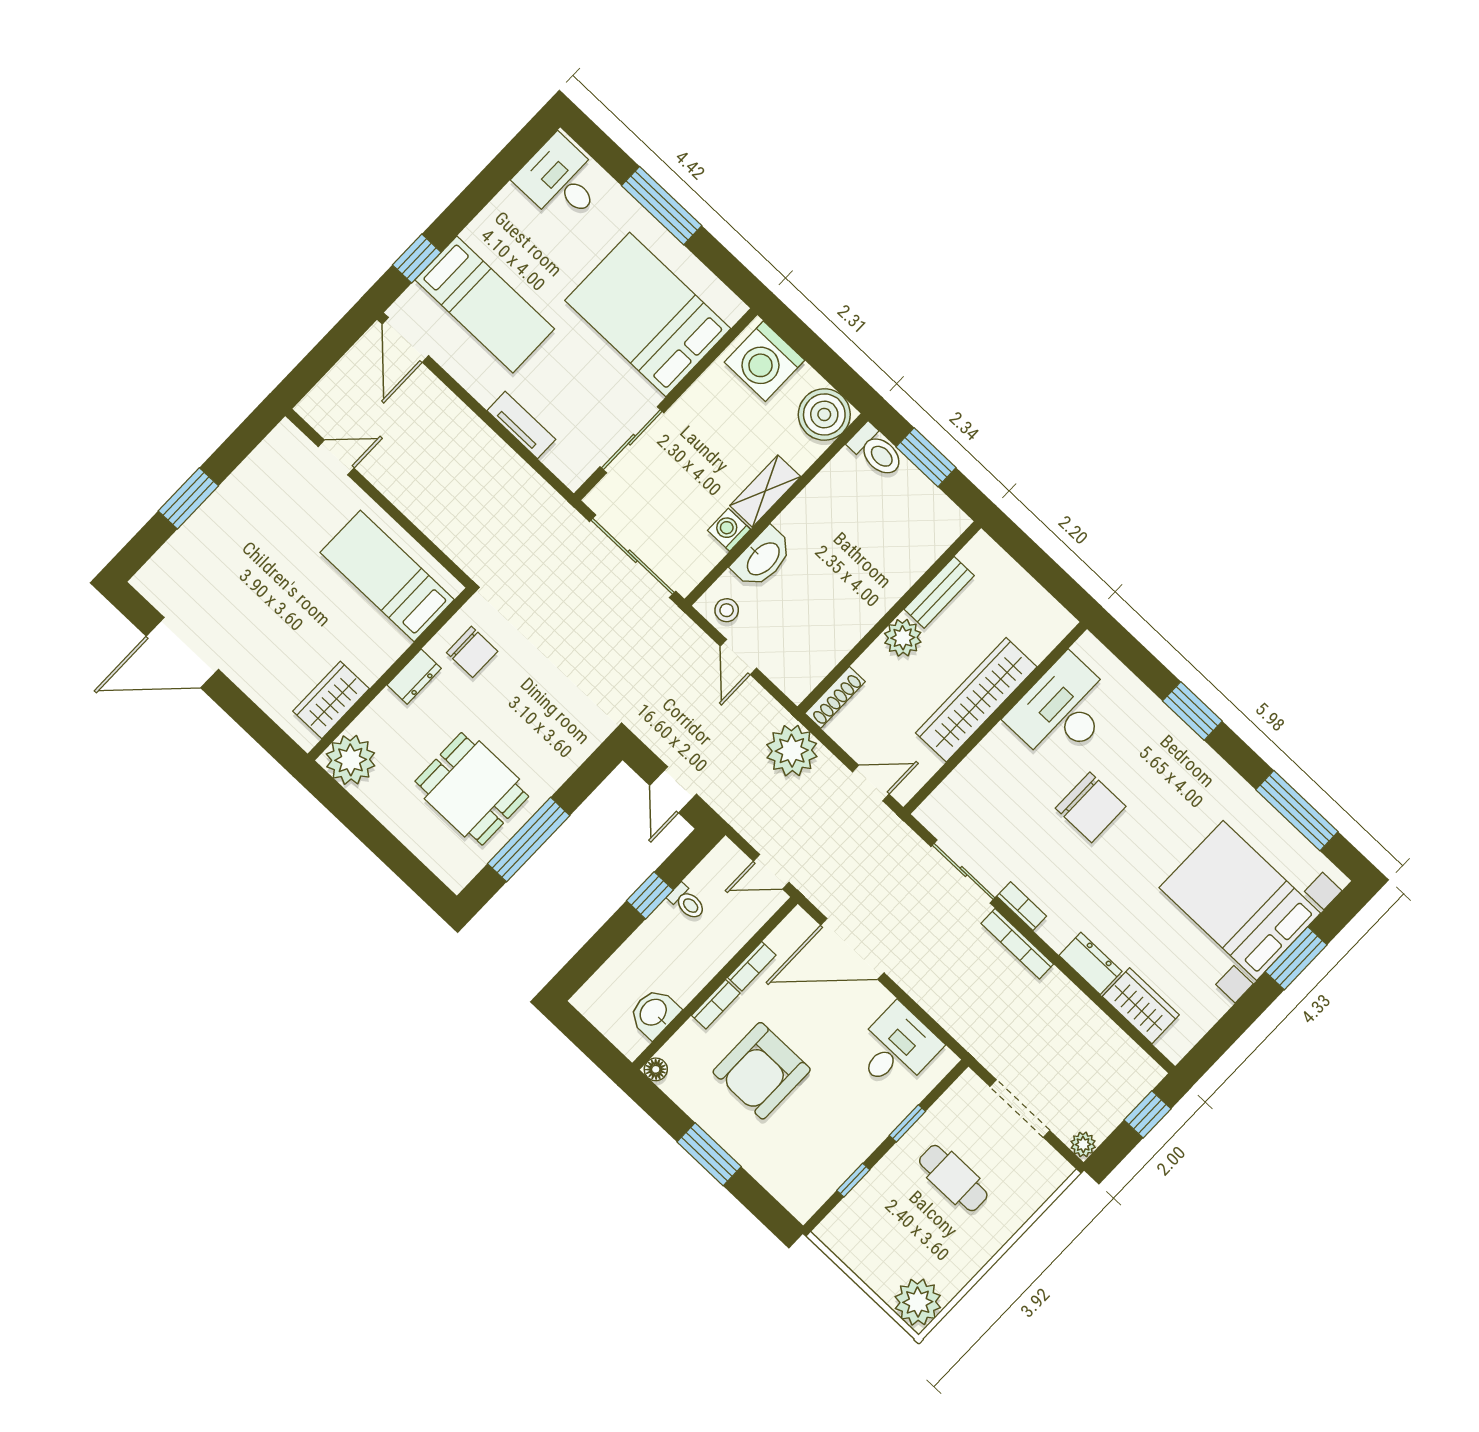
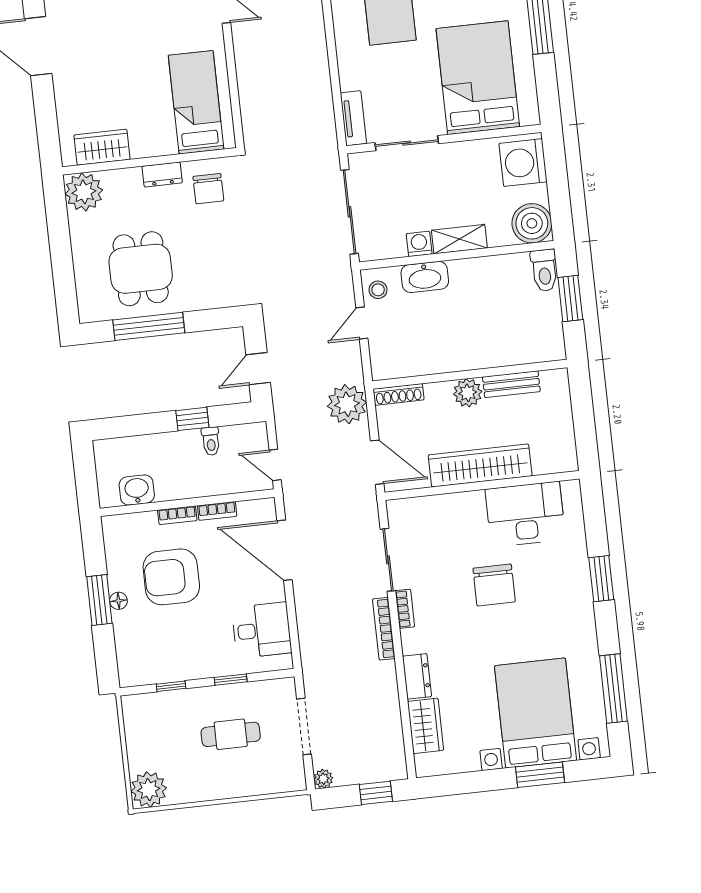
tv unit: (521, 425) -> (353, 118), moved
door: (871, 783) -> (377, 462), width x1.38
floor lamp: (656, 1069) -> (118, 601), moved
cafe table: (953, 1178) -> (231, 734), turned 90

